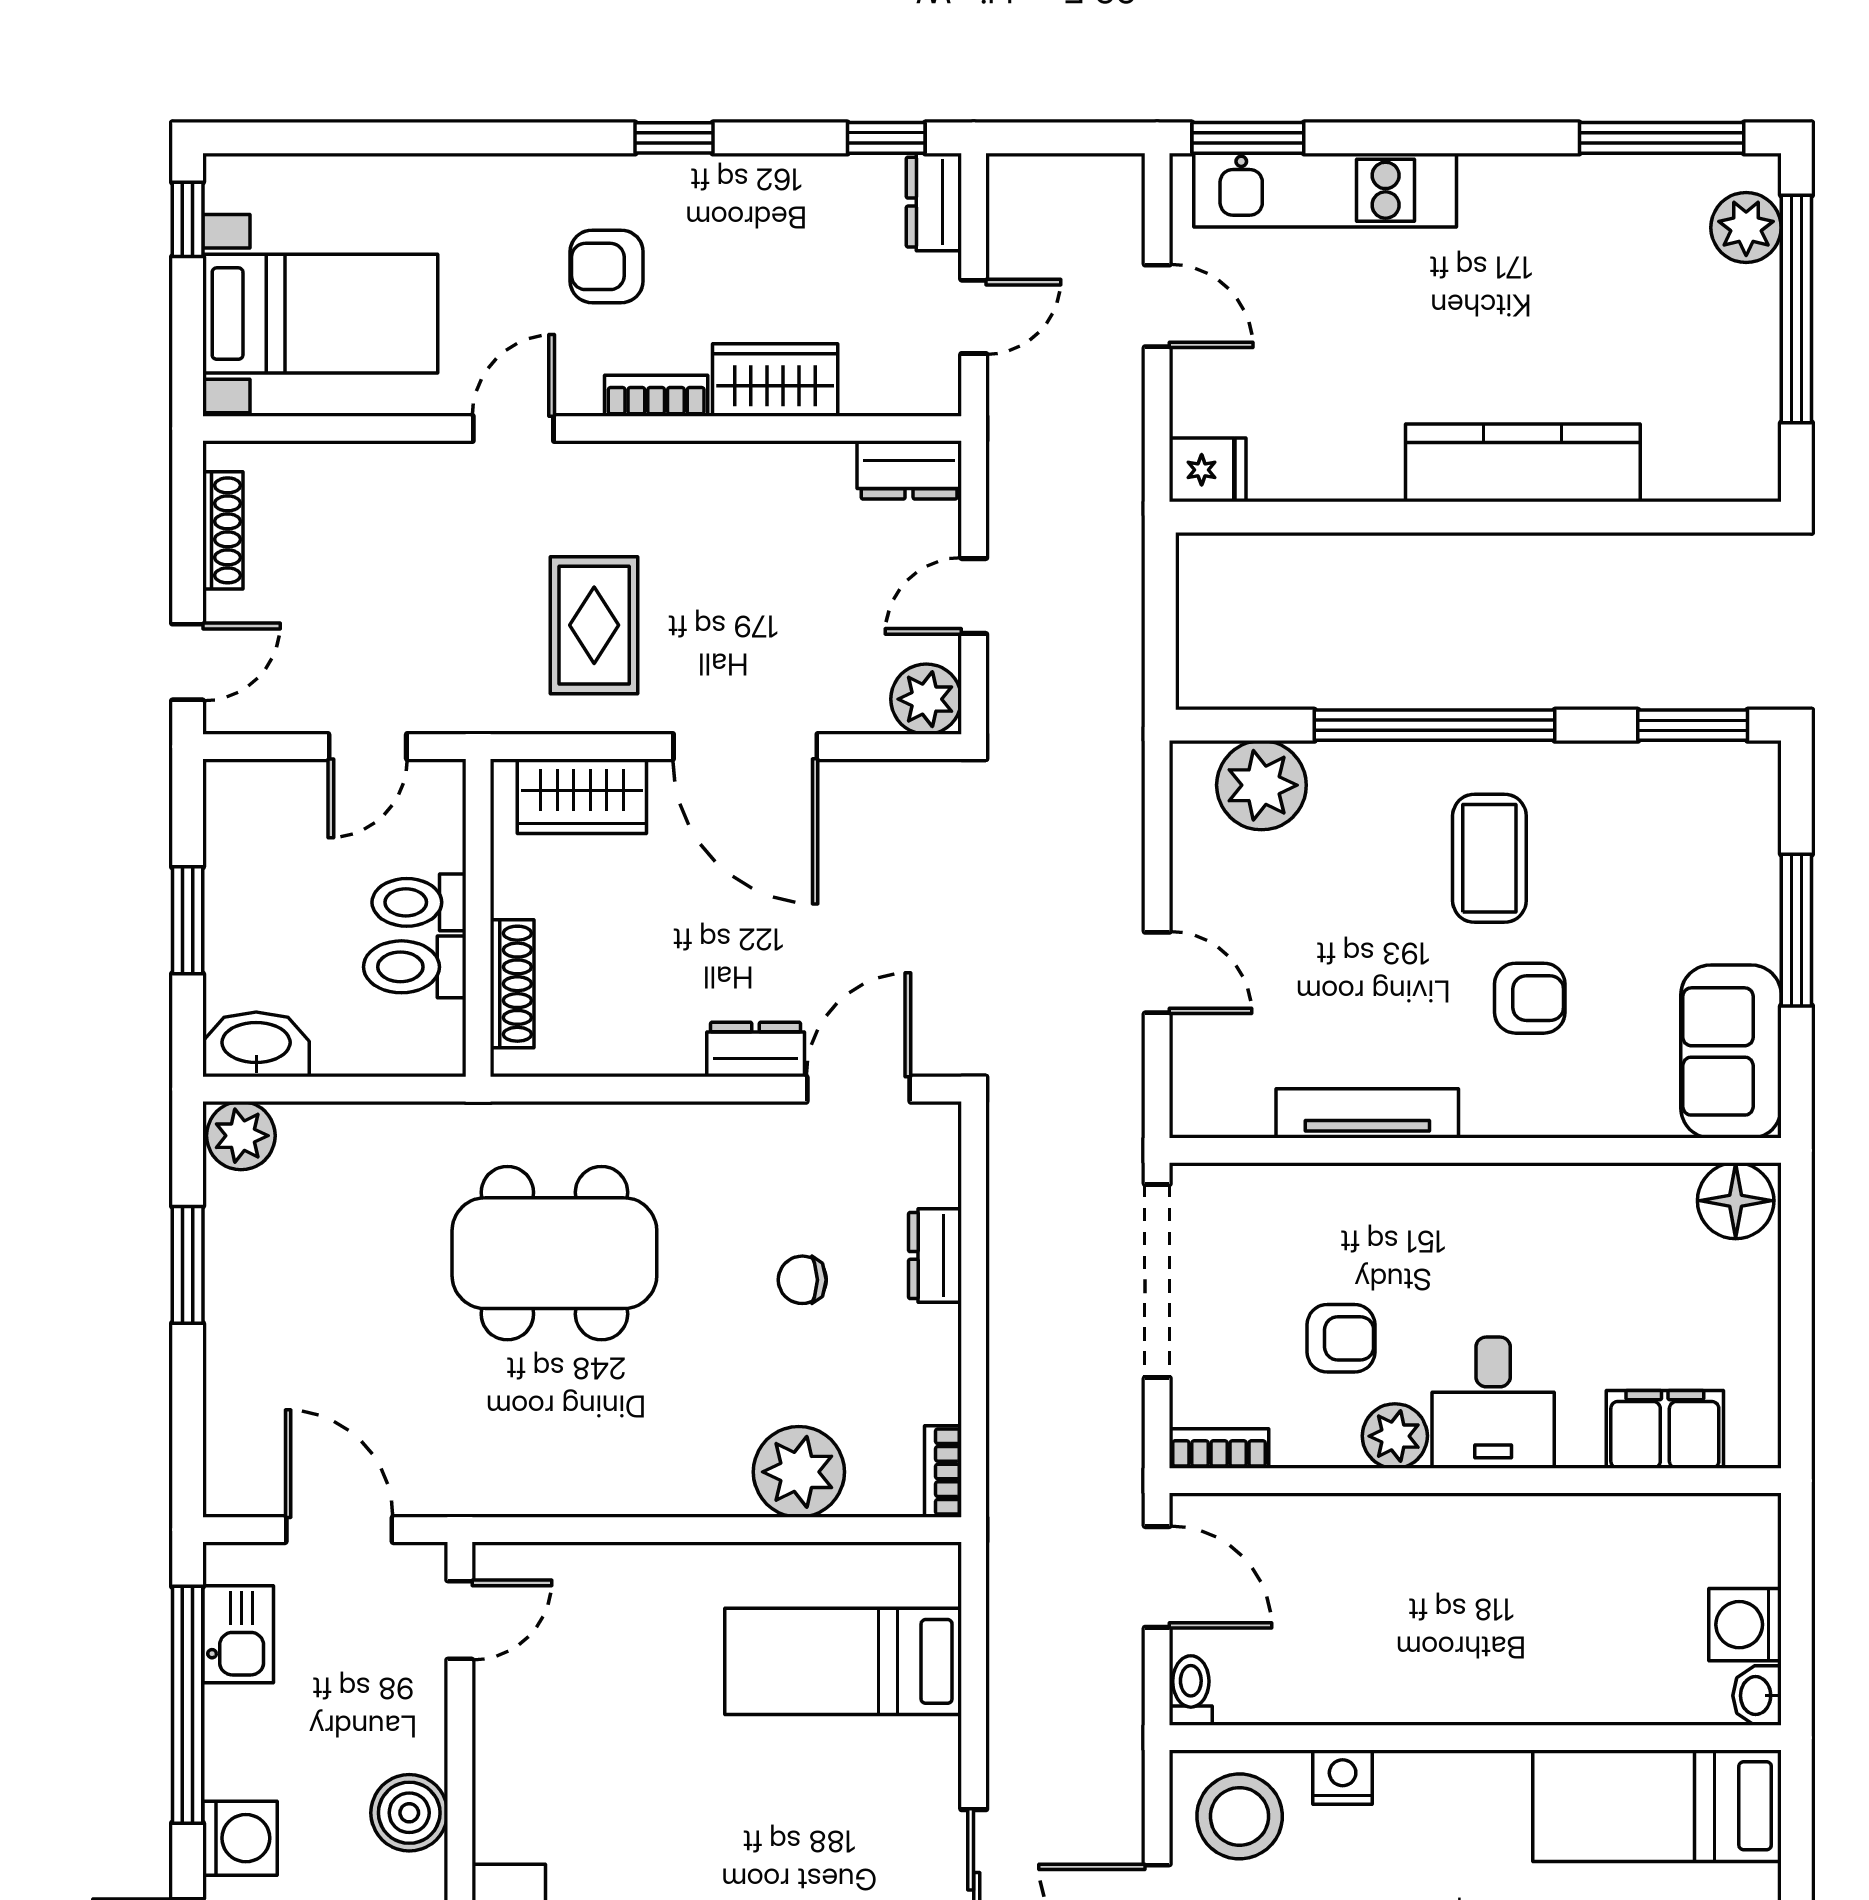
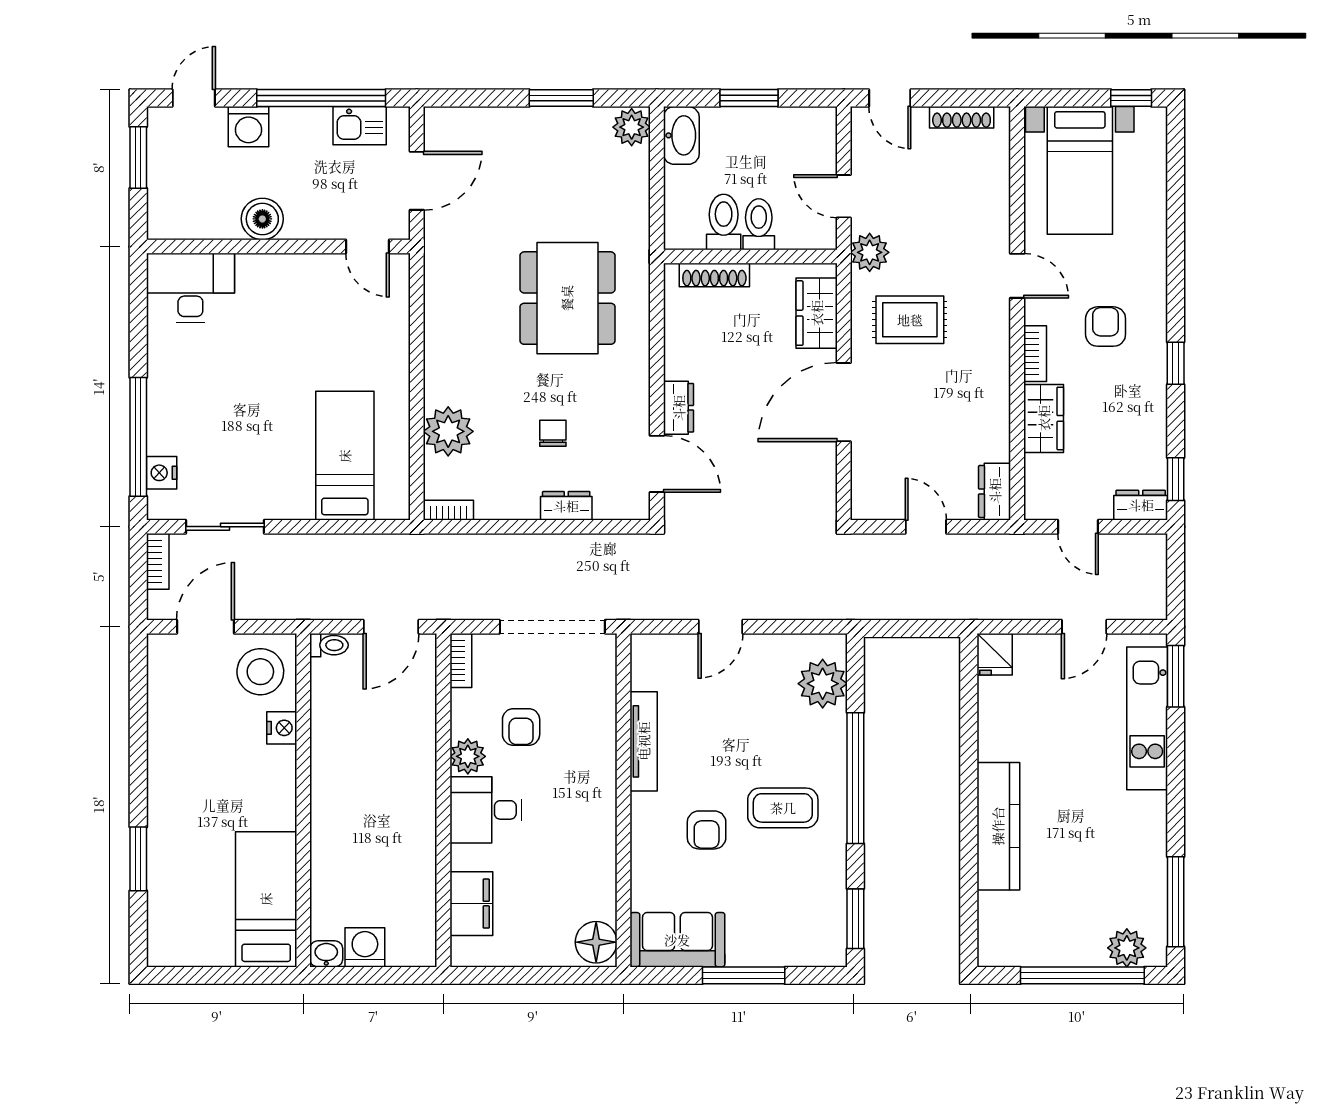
plant: (926, 699) -> (870, 252), moved

